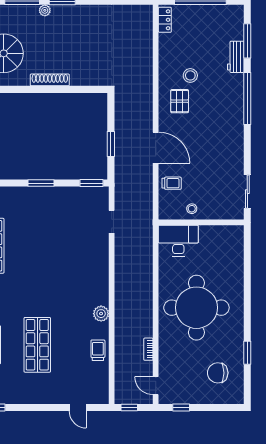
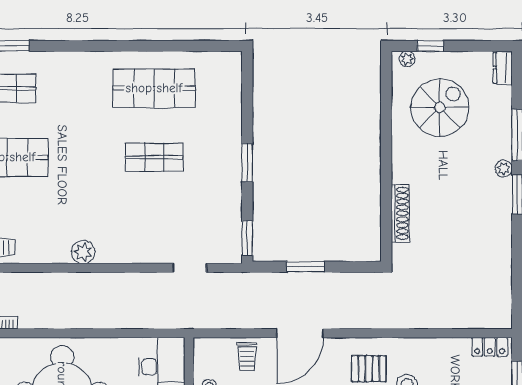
shoe rack: (50, 80) -> (400, 213), moved
shop shelf: (37, 246) -> (154, 157), added
plant: (101, 314) -> (83, 252), moved

